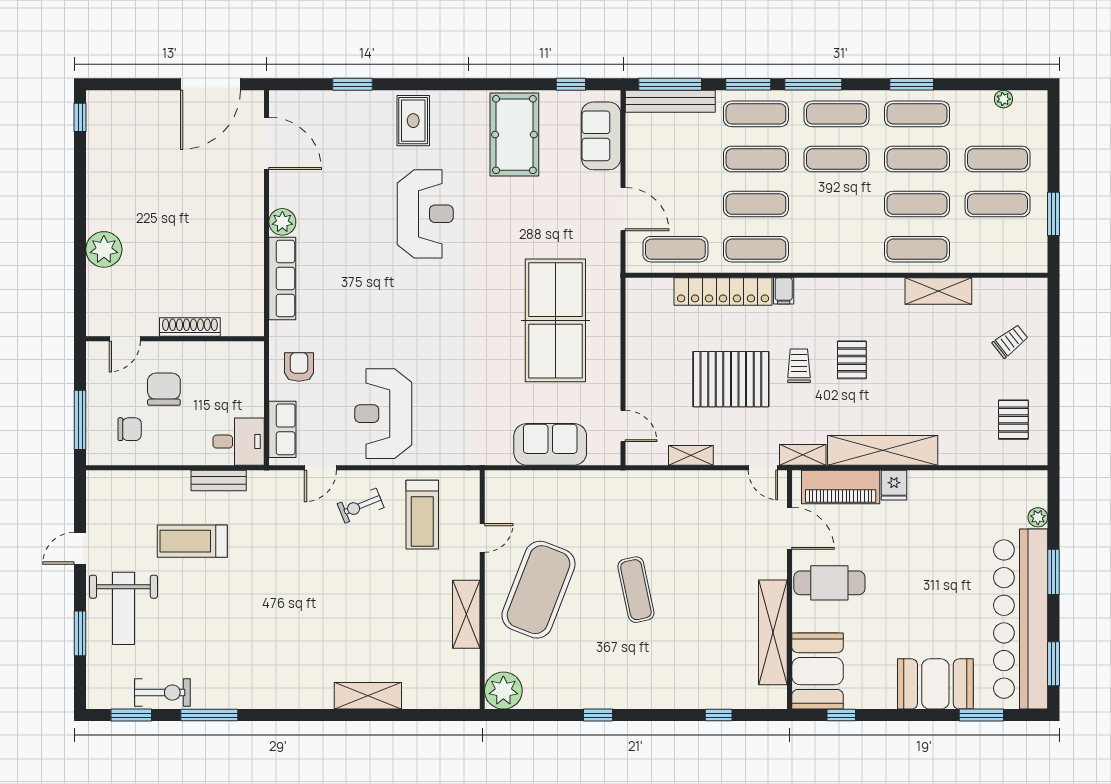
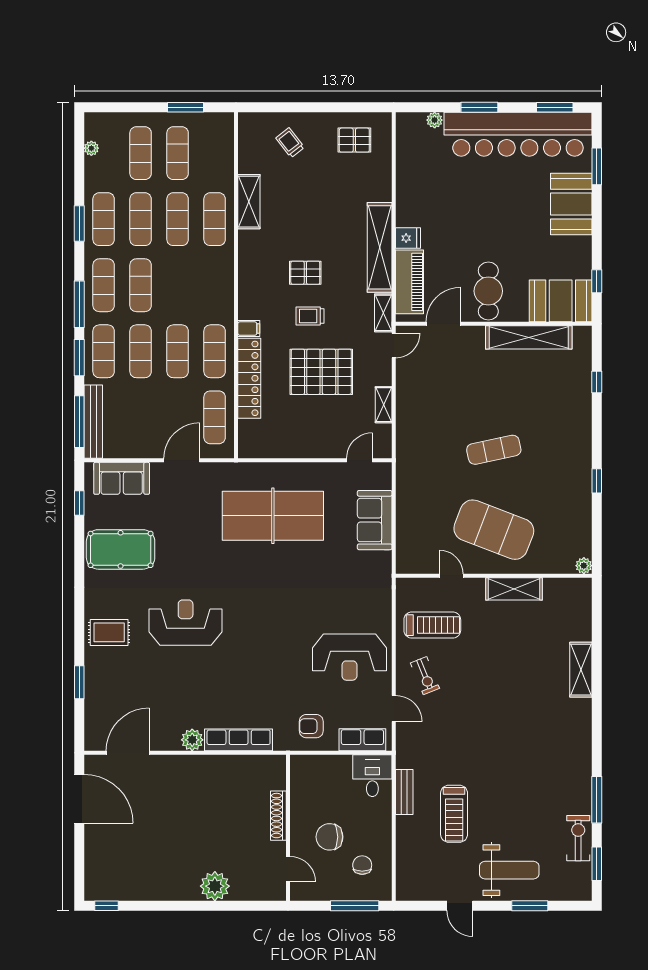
pallet: (731, 379) -> (321, 372), turned 90
plant: (503, 691) -> (584, 566), width x0.53, depth x0.53

